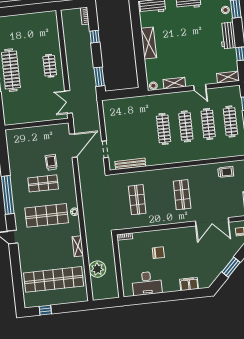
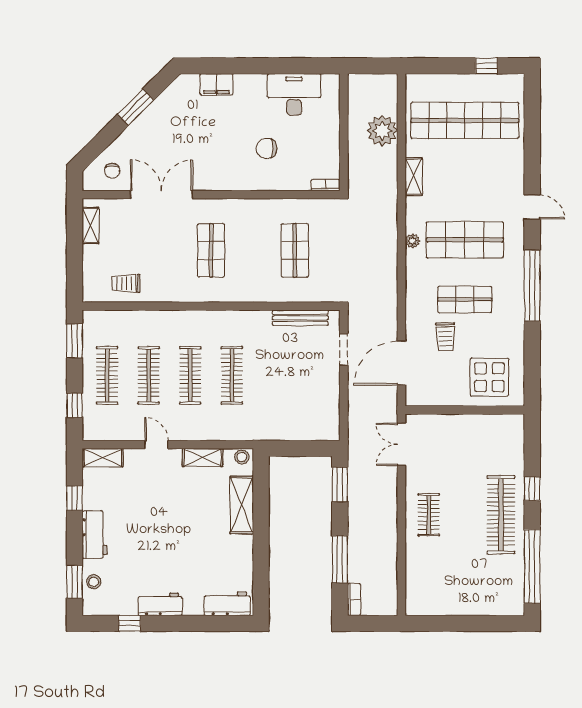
window: (95, 37) -> (340, 559), width x2.17
shelving: (149, 43) -> (242, 505), moved
double door: (69, 102) -> (401, 444), swing flipped
display table: (25, 143) -> (489, 377), added

